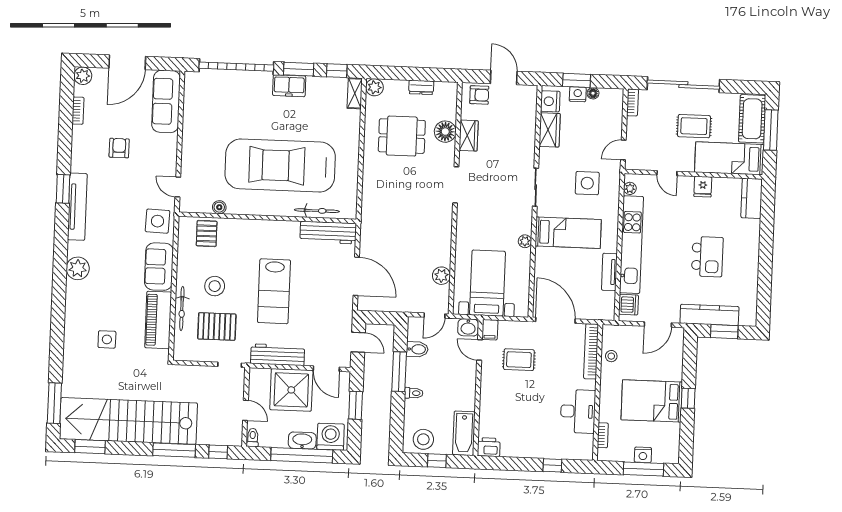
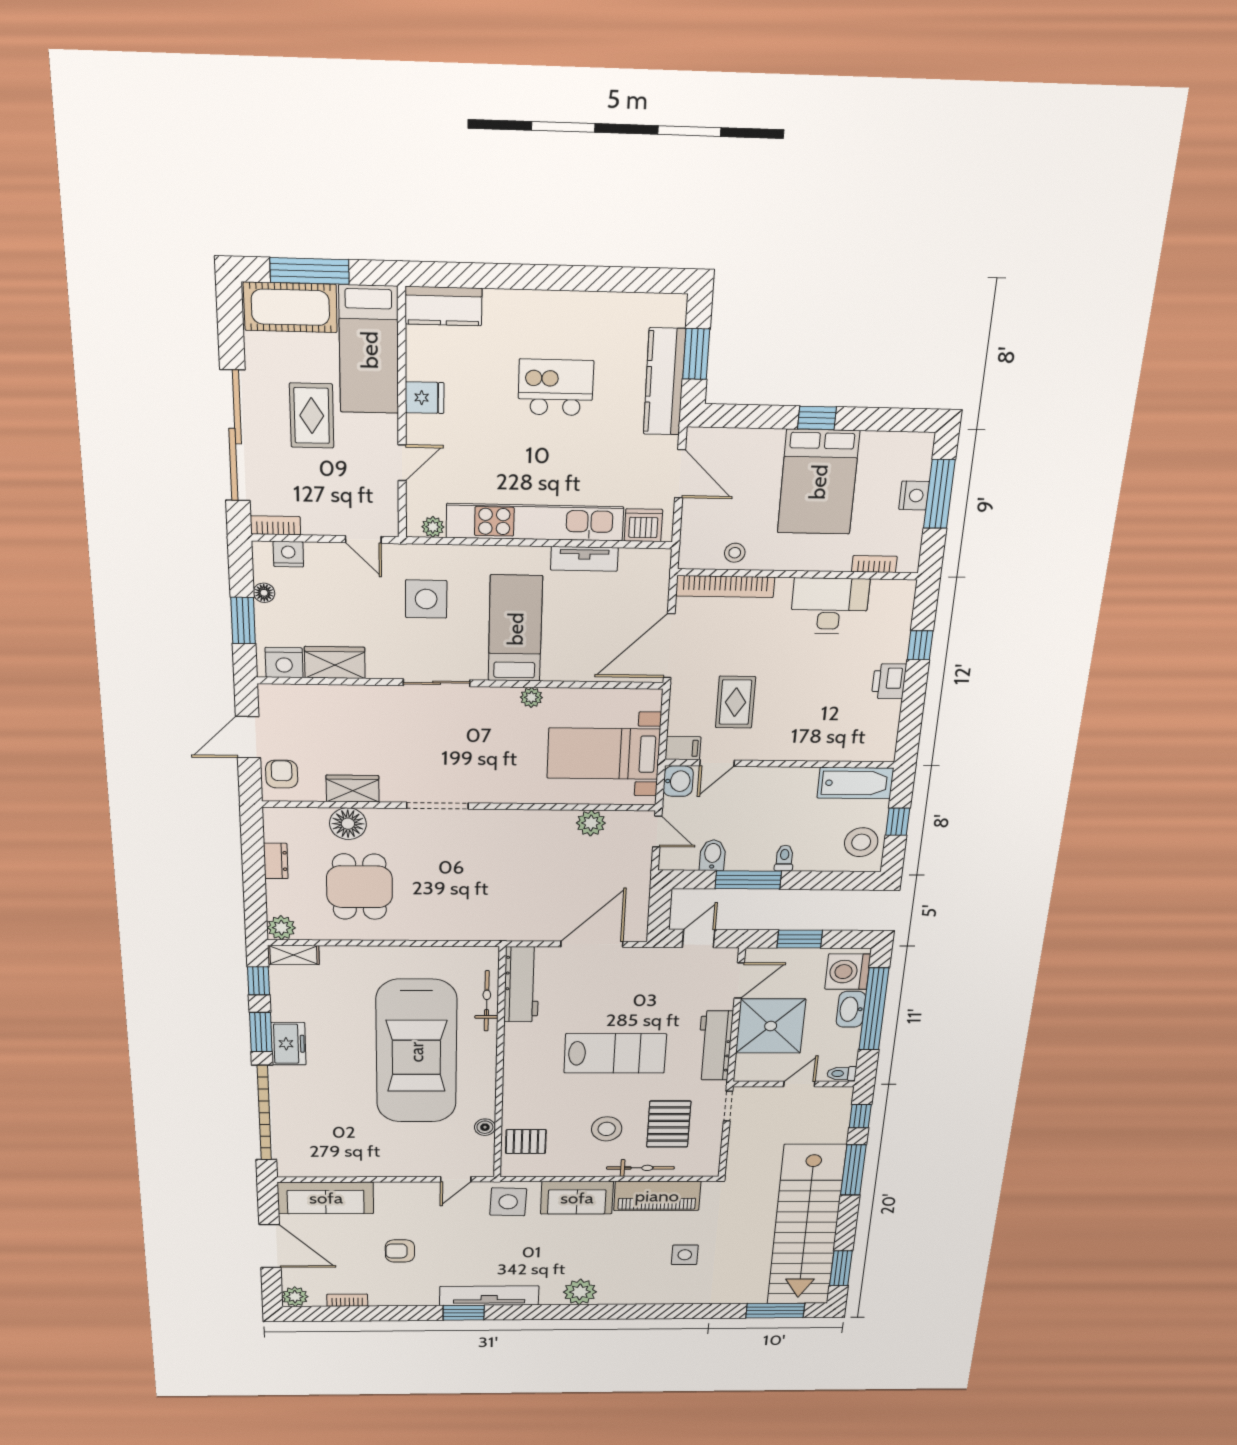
nightstand: (578, 94) -> (288, 554), moved, turned 90
printer: (489, 447) -> (889, 681), moved

